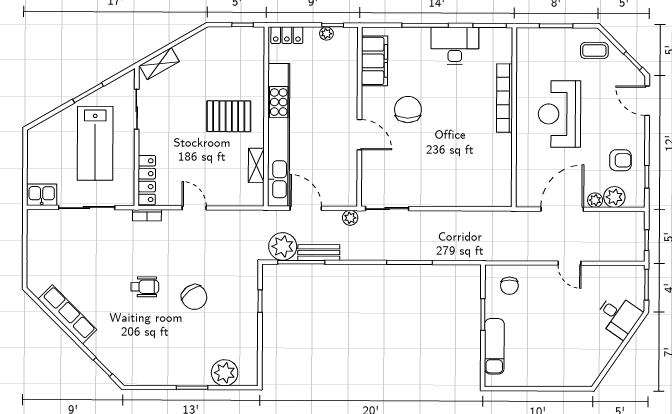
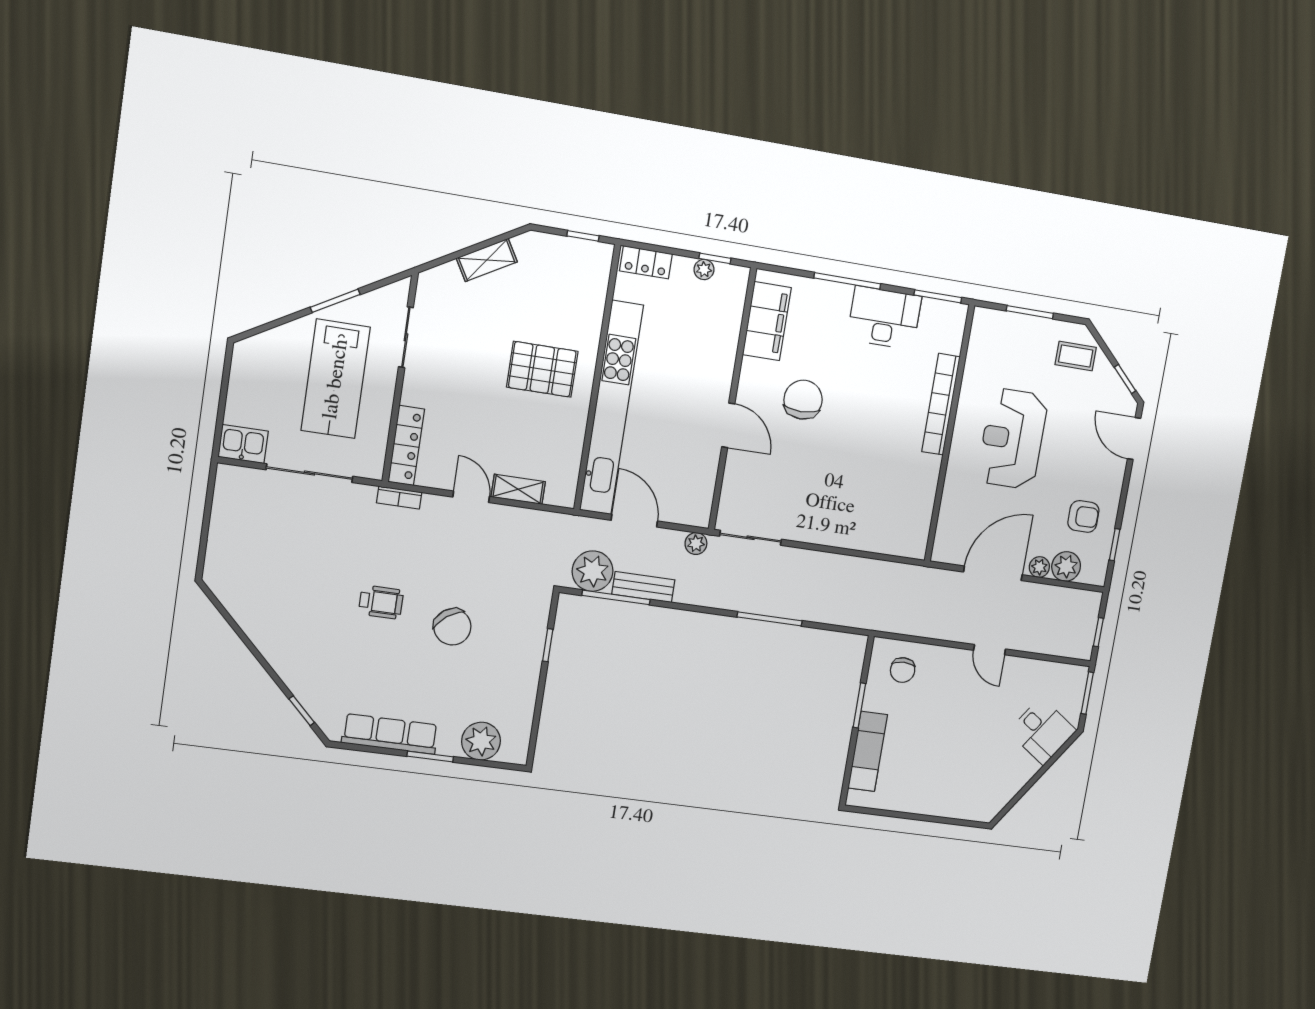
shelving: (159, 64) -> (487, 260), moved
shelving: (256, 165) -> (518, 489), moved, turned 90
row of seats: (67, 314) -> (390, 734), moved, turned -45

